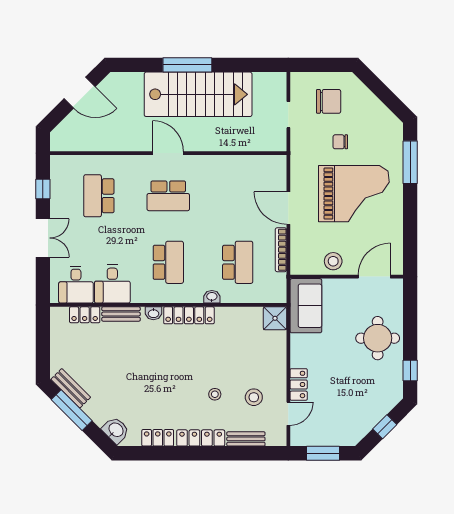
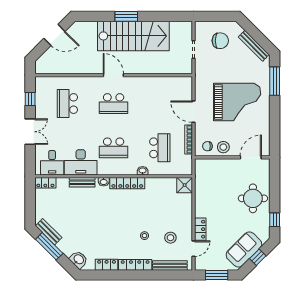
window: (187, 65) -> (126, 16), width x0.69
bench: (379, 109) -> (254, 46), added
chair: (340, 142) -> (207, 146), moved
school desk: (168, 262) -> (114, 148), turned 90
desk: (112, 284) -> (81, 162), width x1.37
sofa: (306, 306) -> (244, 250), moved, turned -135
locker: (85, 315) -> (45, 183), moved
bench: (246, 439) -> (170, 265), width x1.36

